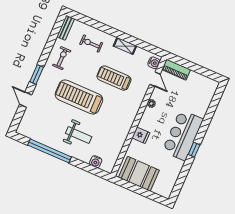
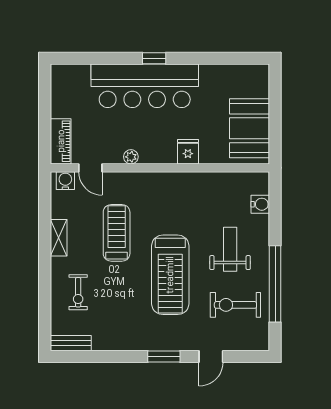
exercise bike: (62, 58) -> (235, 305), moved, width x1.38, depth x1.39
treadmill: (114, 78) -> (117, 233), turned 180
door: (155, 79) -> (90, 168), swing flipped
bar counter: (183, 135) -> (145, 86), width x1.36
window: (194, 150) -> (154, 58), moved

